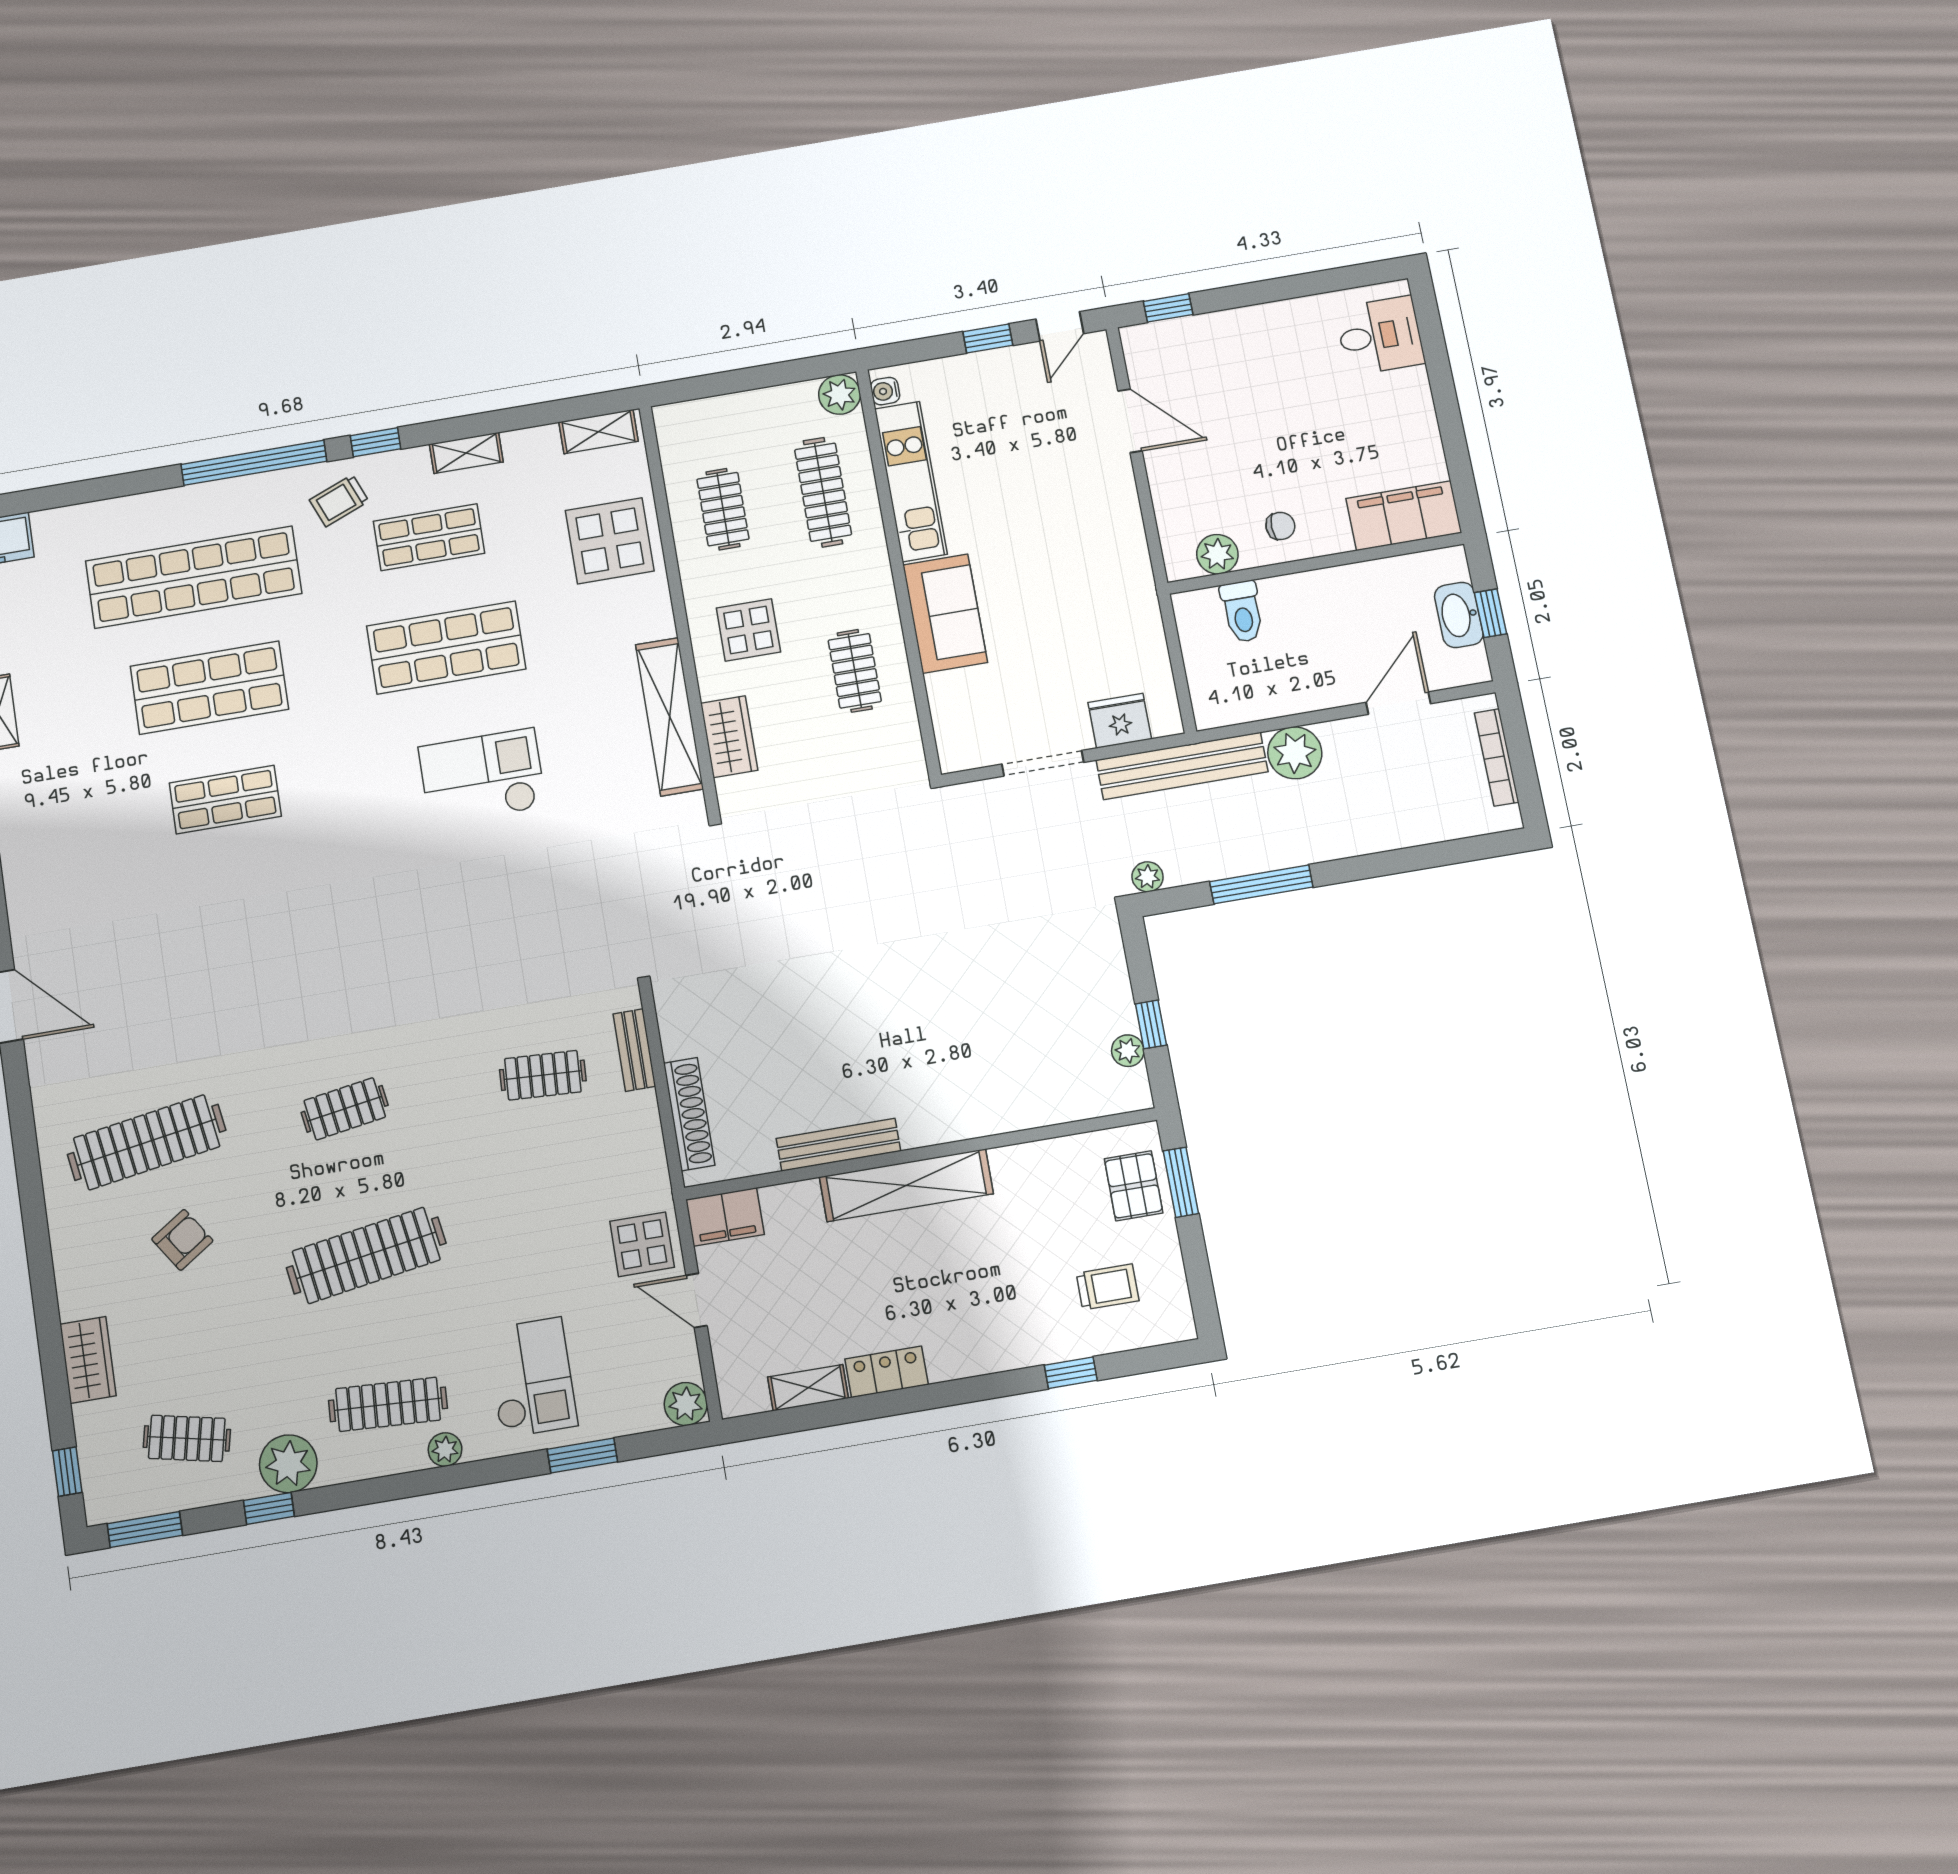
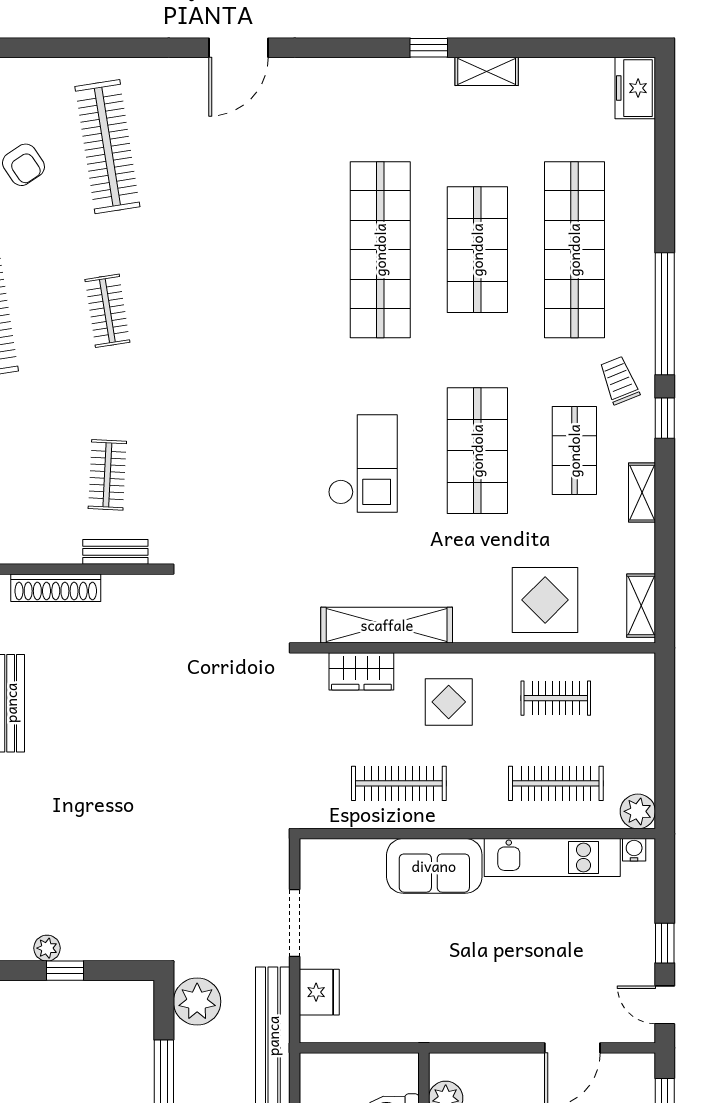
clothes rail: (855, 671) -> (399, 783), width x1.36
shop shelf: (225, 800) -> (380, 250), width x2.00, depth x1.36
plant: (1148, 877) -> (197, 1002), width x1.88, depth x1.88

